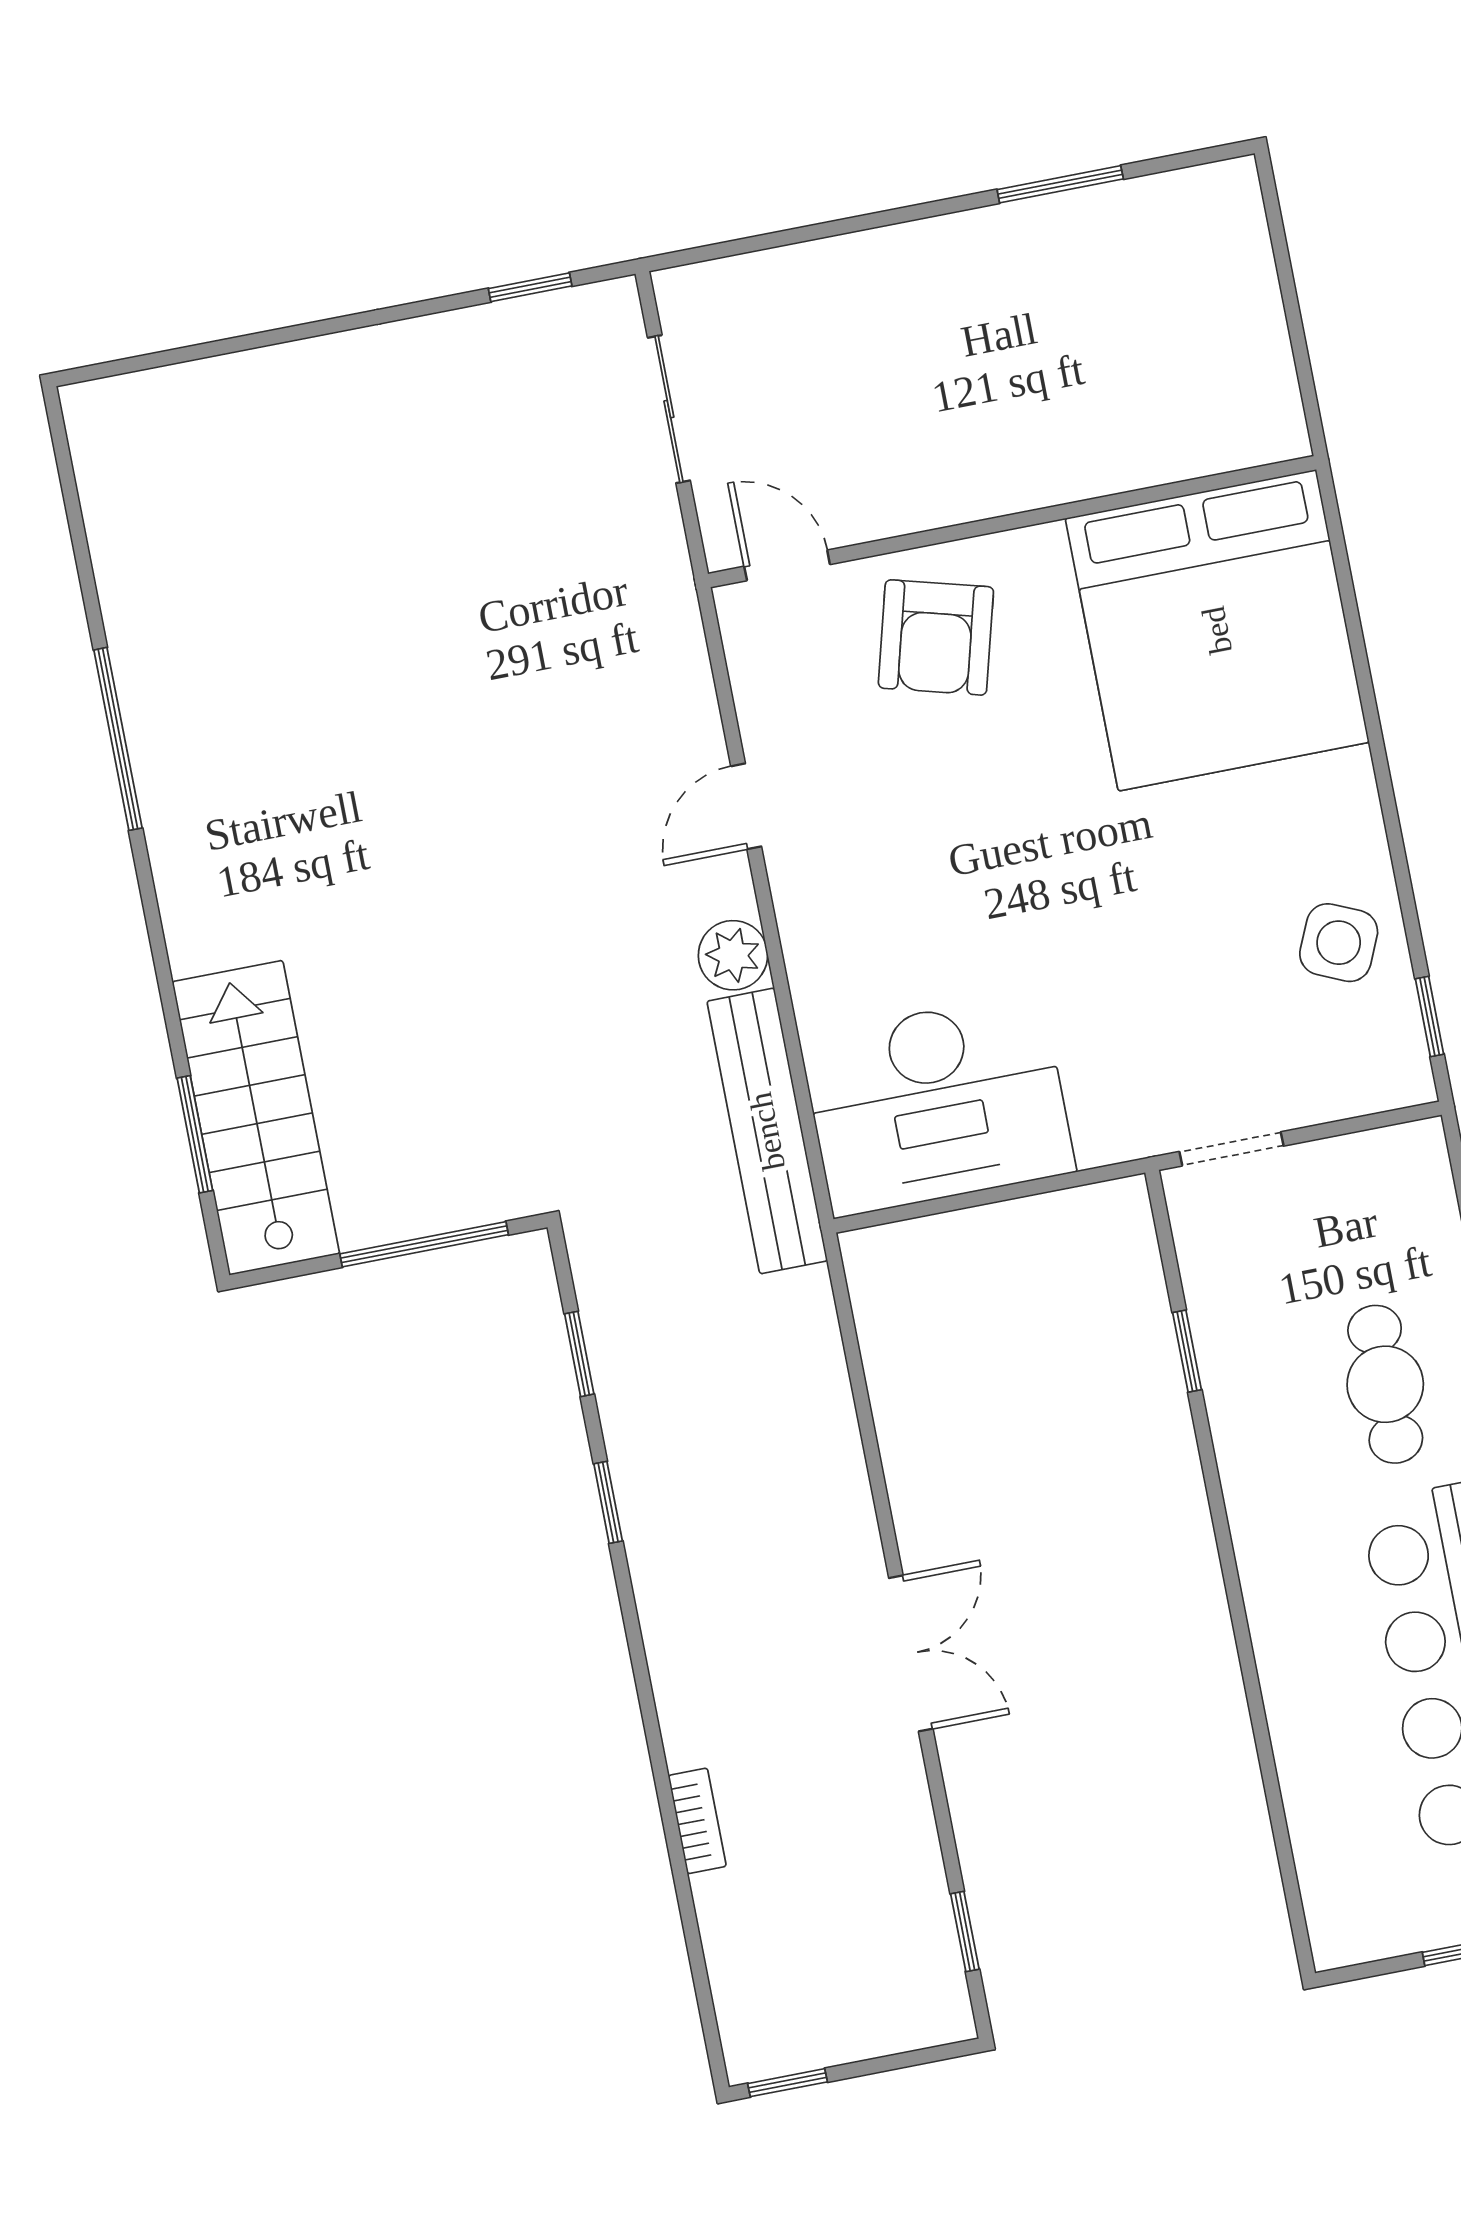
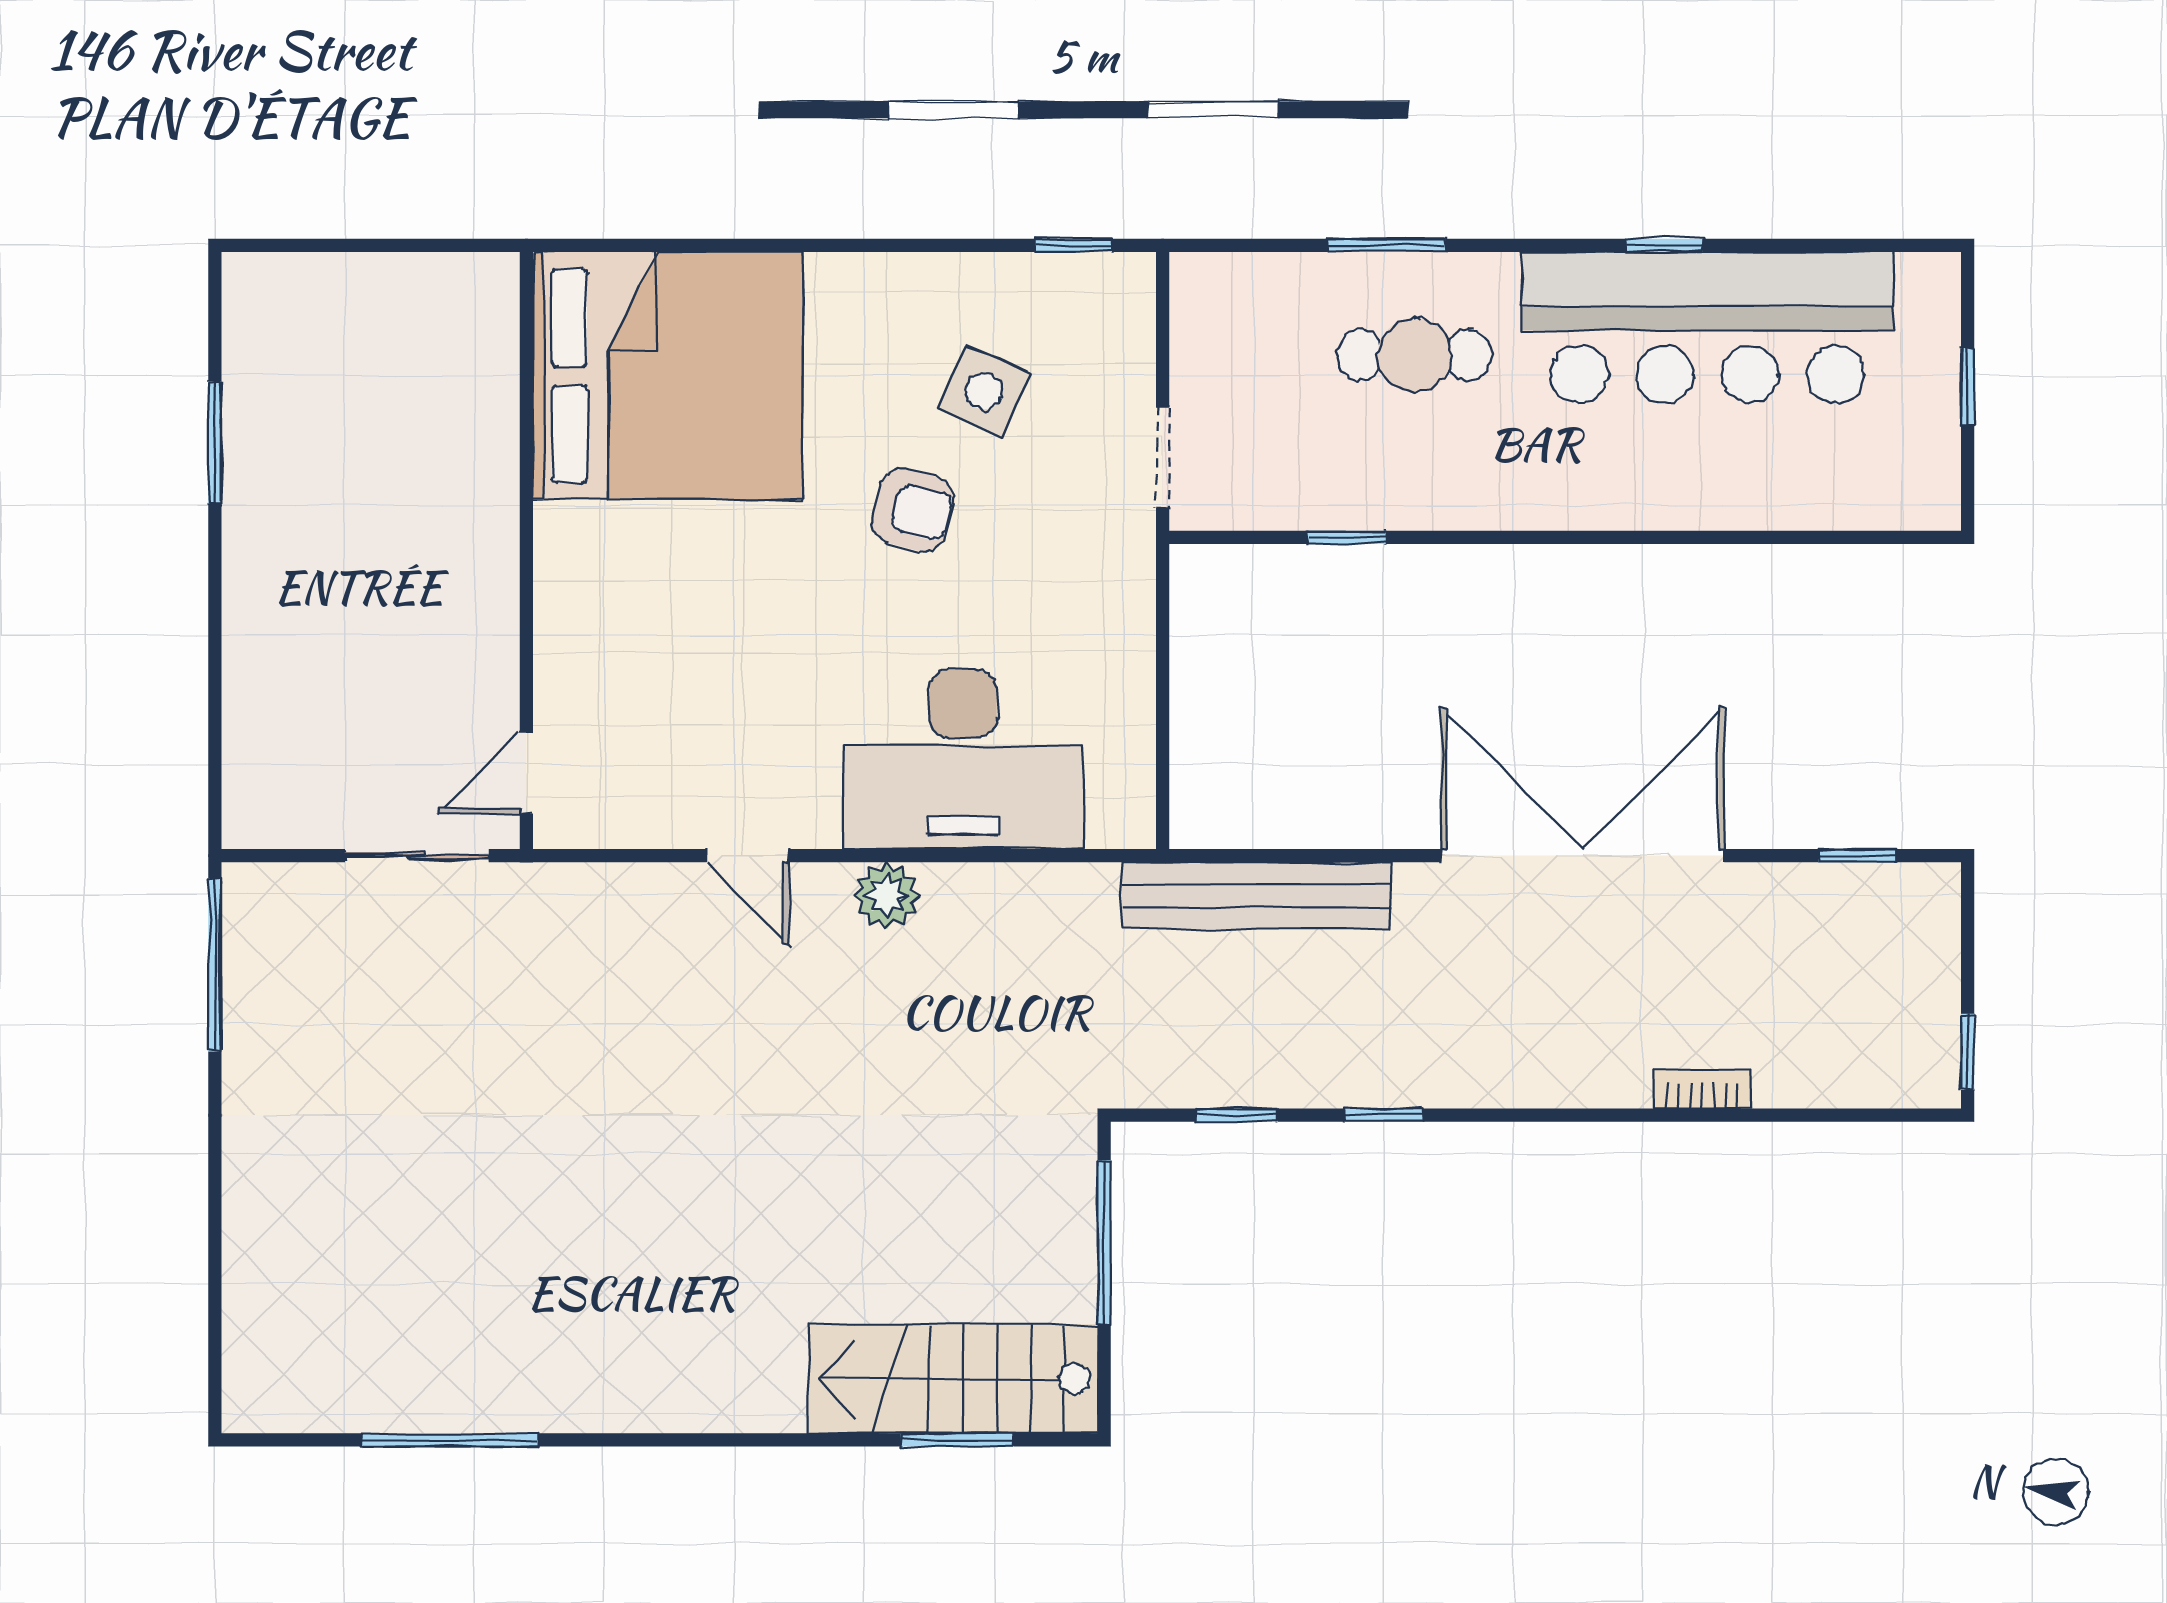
window: (530, 287) -> (215, 965), width x2.17
sliding door: (669, 409) -> (417, 856), moved
armchair: (936, 637) -> (913, 510), moved, width x0.72, depth x0.72
window: (118, 739) -> (450, 1440), moved
side table: (1339, 943) -> (984, 391), moved
desk: (938, 1104) -> (963, 759), moved, turned 90
bench: (767, 1131) -> (1256, 896), moved
double door: (911, 1653) -> (1583, 856), width x1.87

